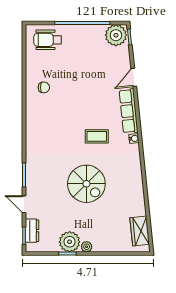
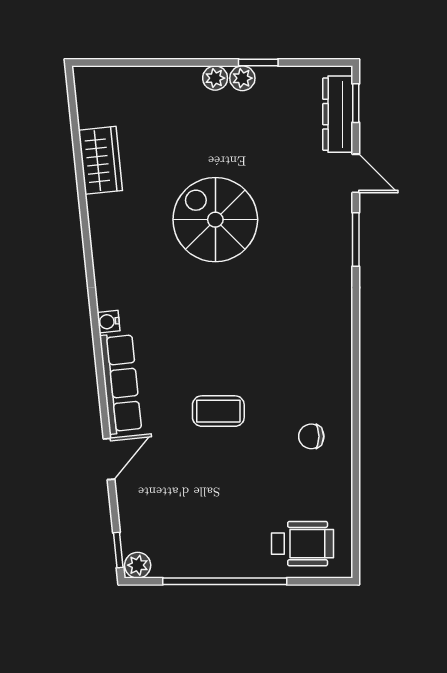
plant: (116, 35) -> (138, 565), width x0.53, depth x0.53
coffee table: (97, 136) -> (218, 411), moved
dresser: (32, 231) -> (338, 114), width x1.44
wardrobe: (140, 231) -> (100, 160), moved
plant: (70, 242) -> (242, 78), width x0.53, depth x0.53

